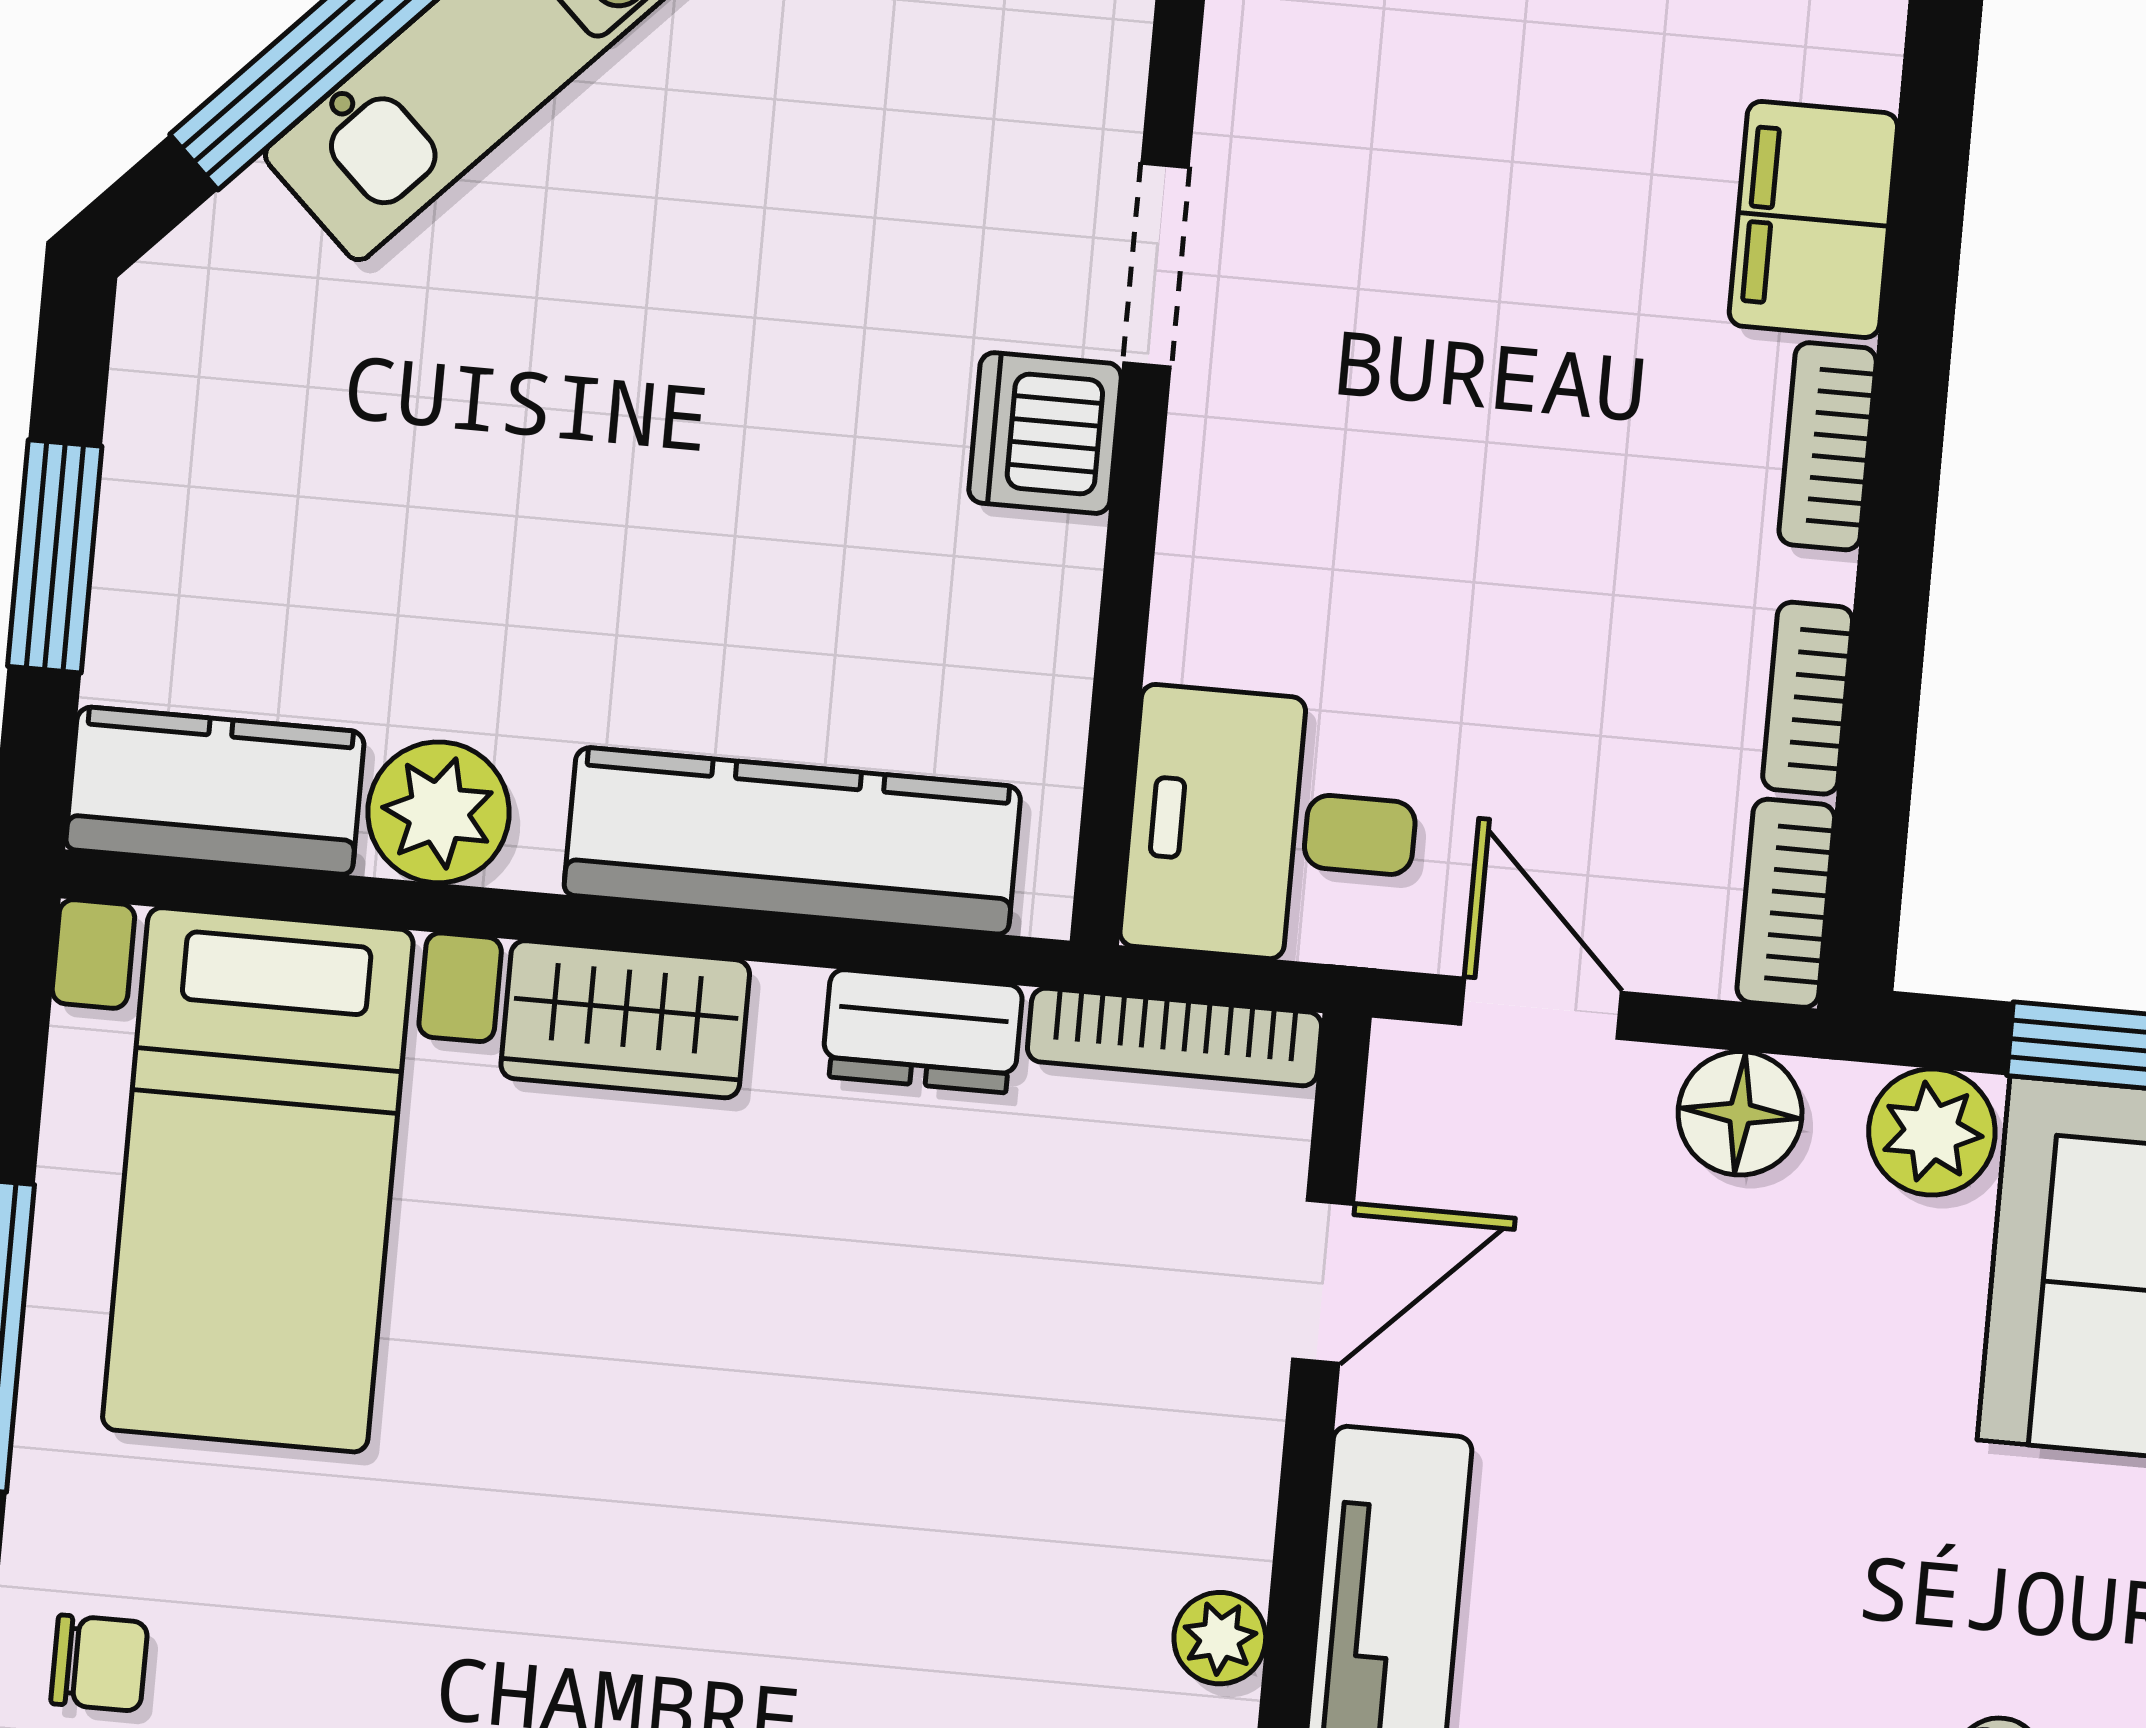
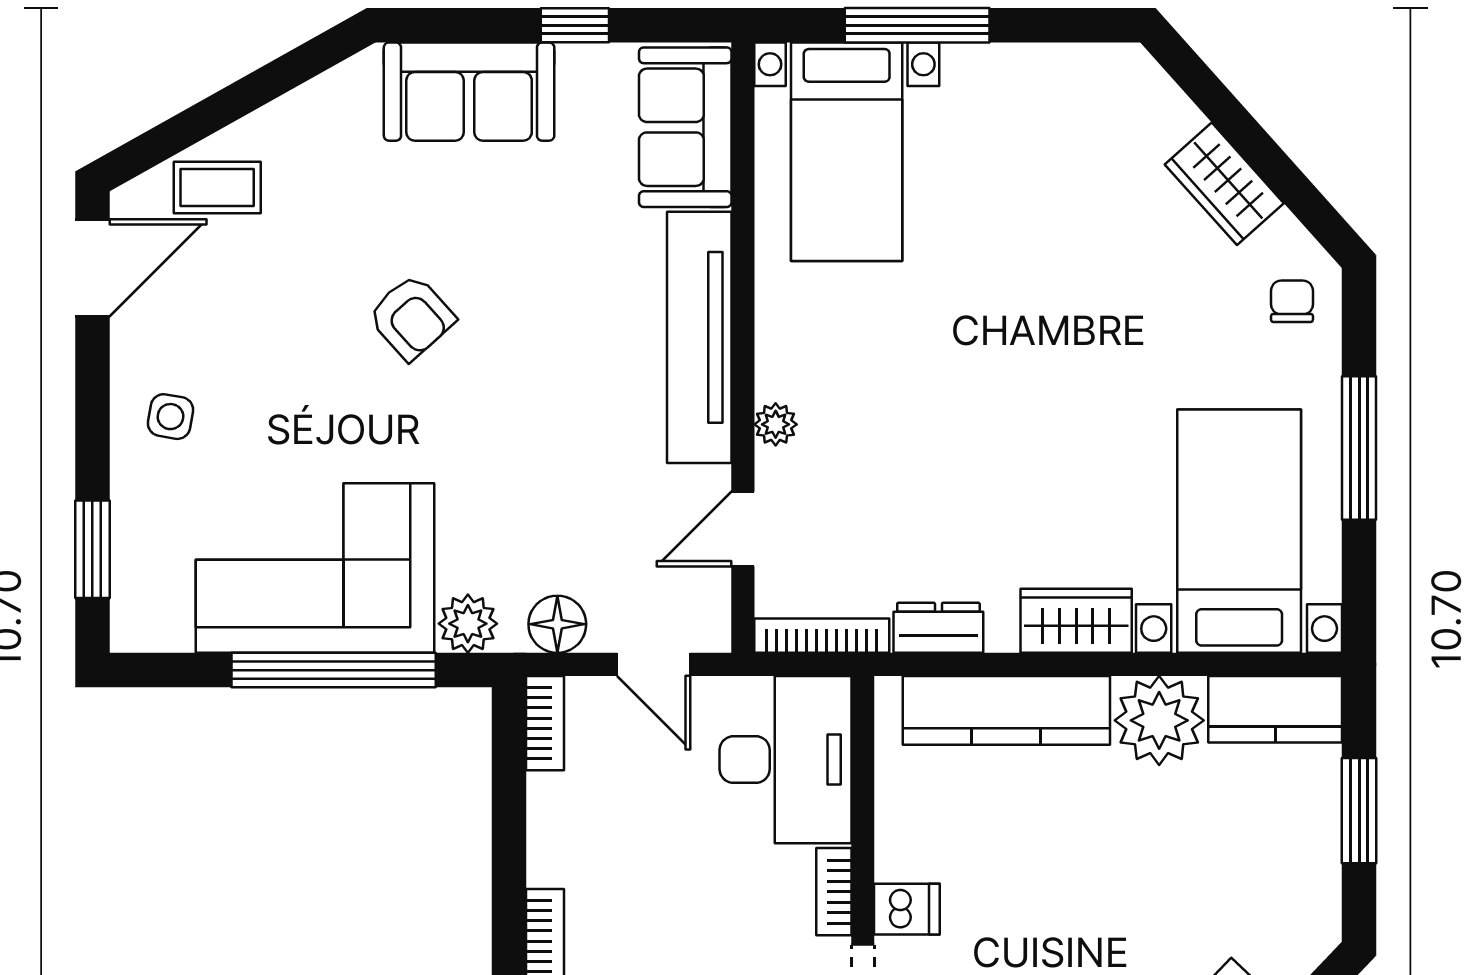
dishwasher: (1045, 433) -> (907, 909), width x0.73
bookcase: (1808, 698) -> (834, 892), moved, turned 180
plant: (438, 812) -> (1159, 720), width x1.36, depth x1.36
desk: (1272, 827) -> (785, 760), width x1.37
plant: (1220, 1638) -> (776, 424), moved
chair: (99, 1663) -> (1292, 301), turned 90

